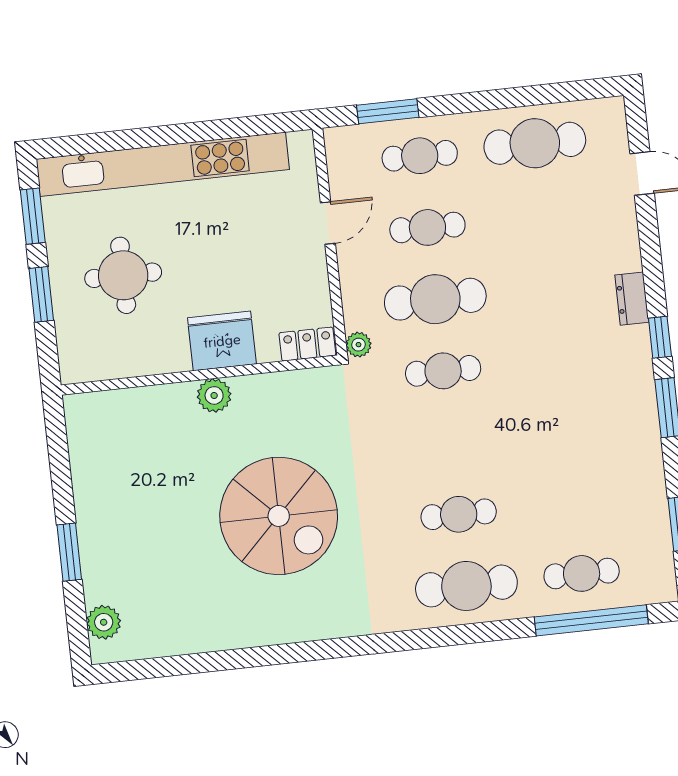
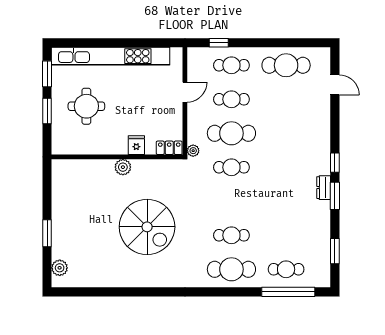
window: (388, 111) -> (219, 43), width x0.67
dresser: (632, 299) -> (324, 188), moved
fridge: (222, 341) -> (136, 145), width x0.53, depth x0.75

